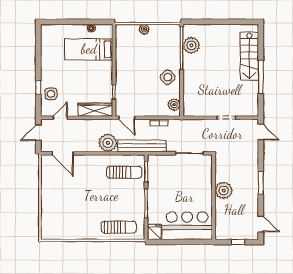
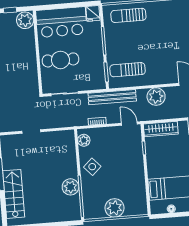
plant: (144, 29) -> (115, 208), width x1.88, depth x1.88
plant: (191, 45) -> (70, 187), moved
plant: (108, 143) -> (156, 97), moved
cafe table: (191, 188) -> (60, 60), added
plant: (224, 190) -> (25, 20), moved

